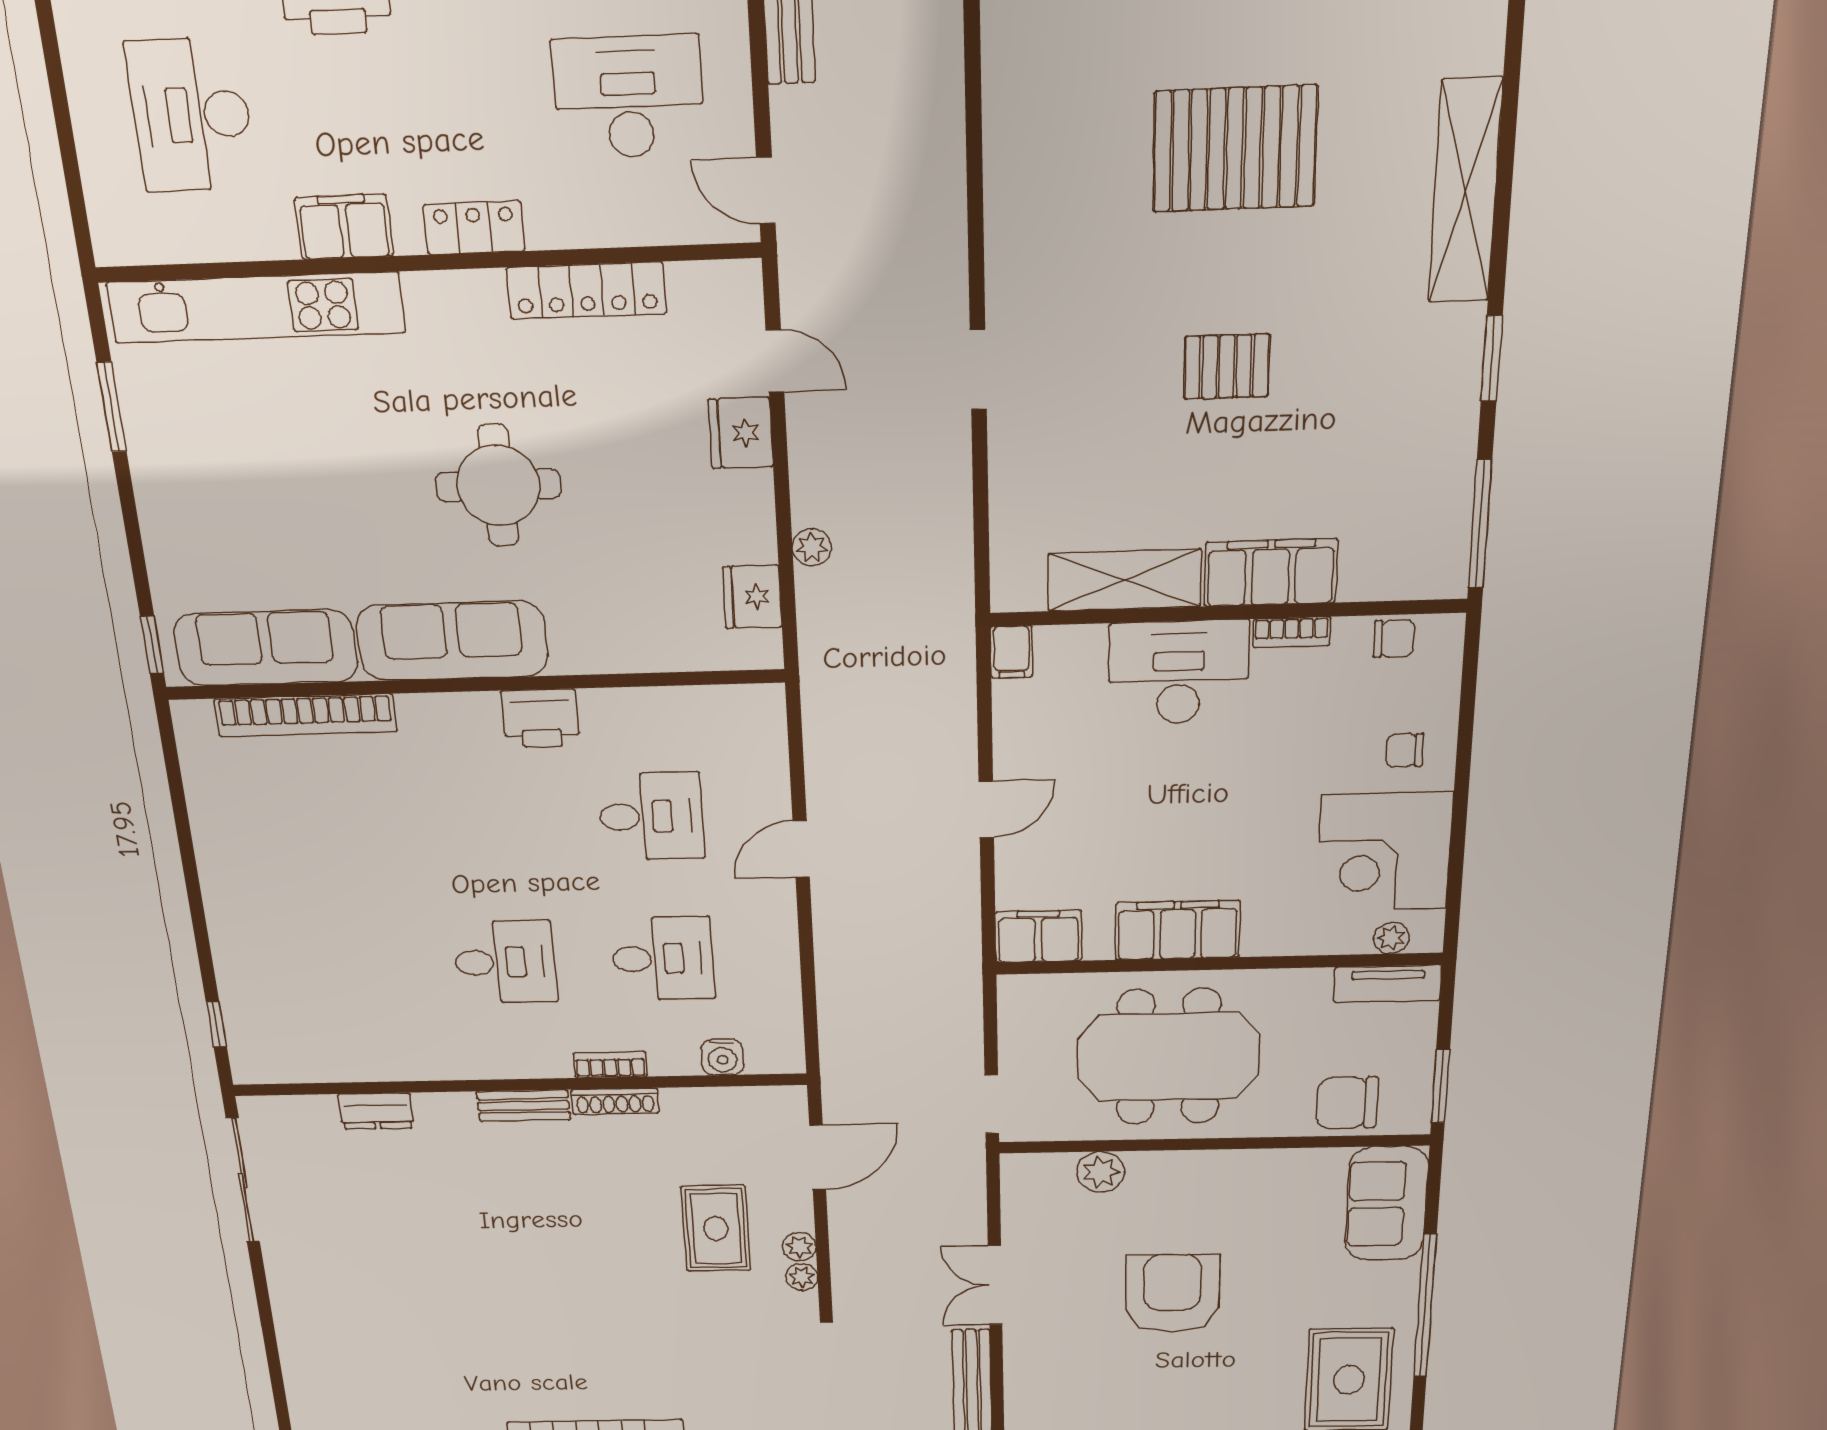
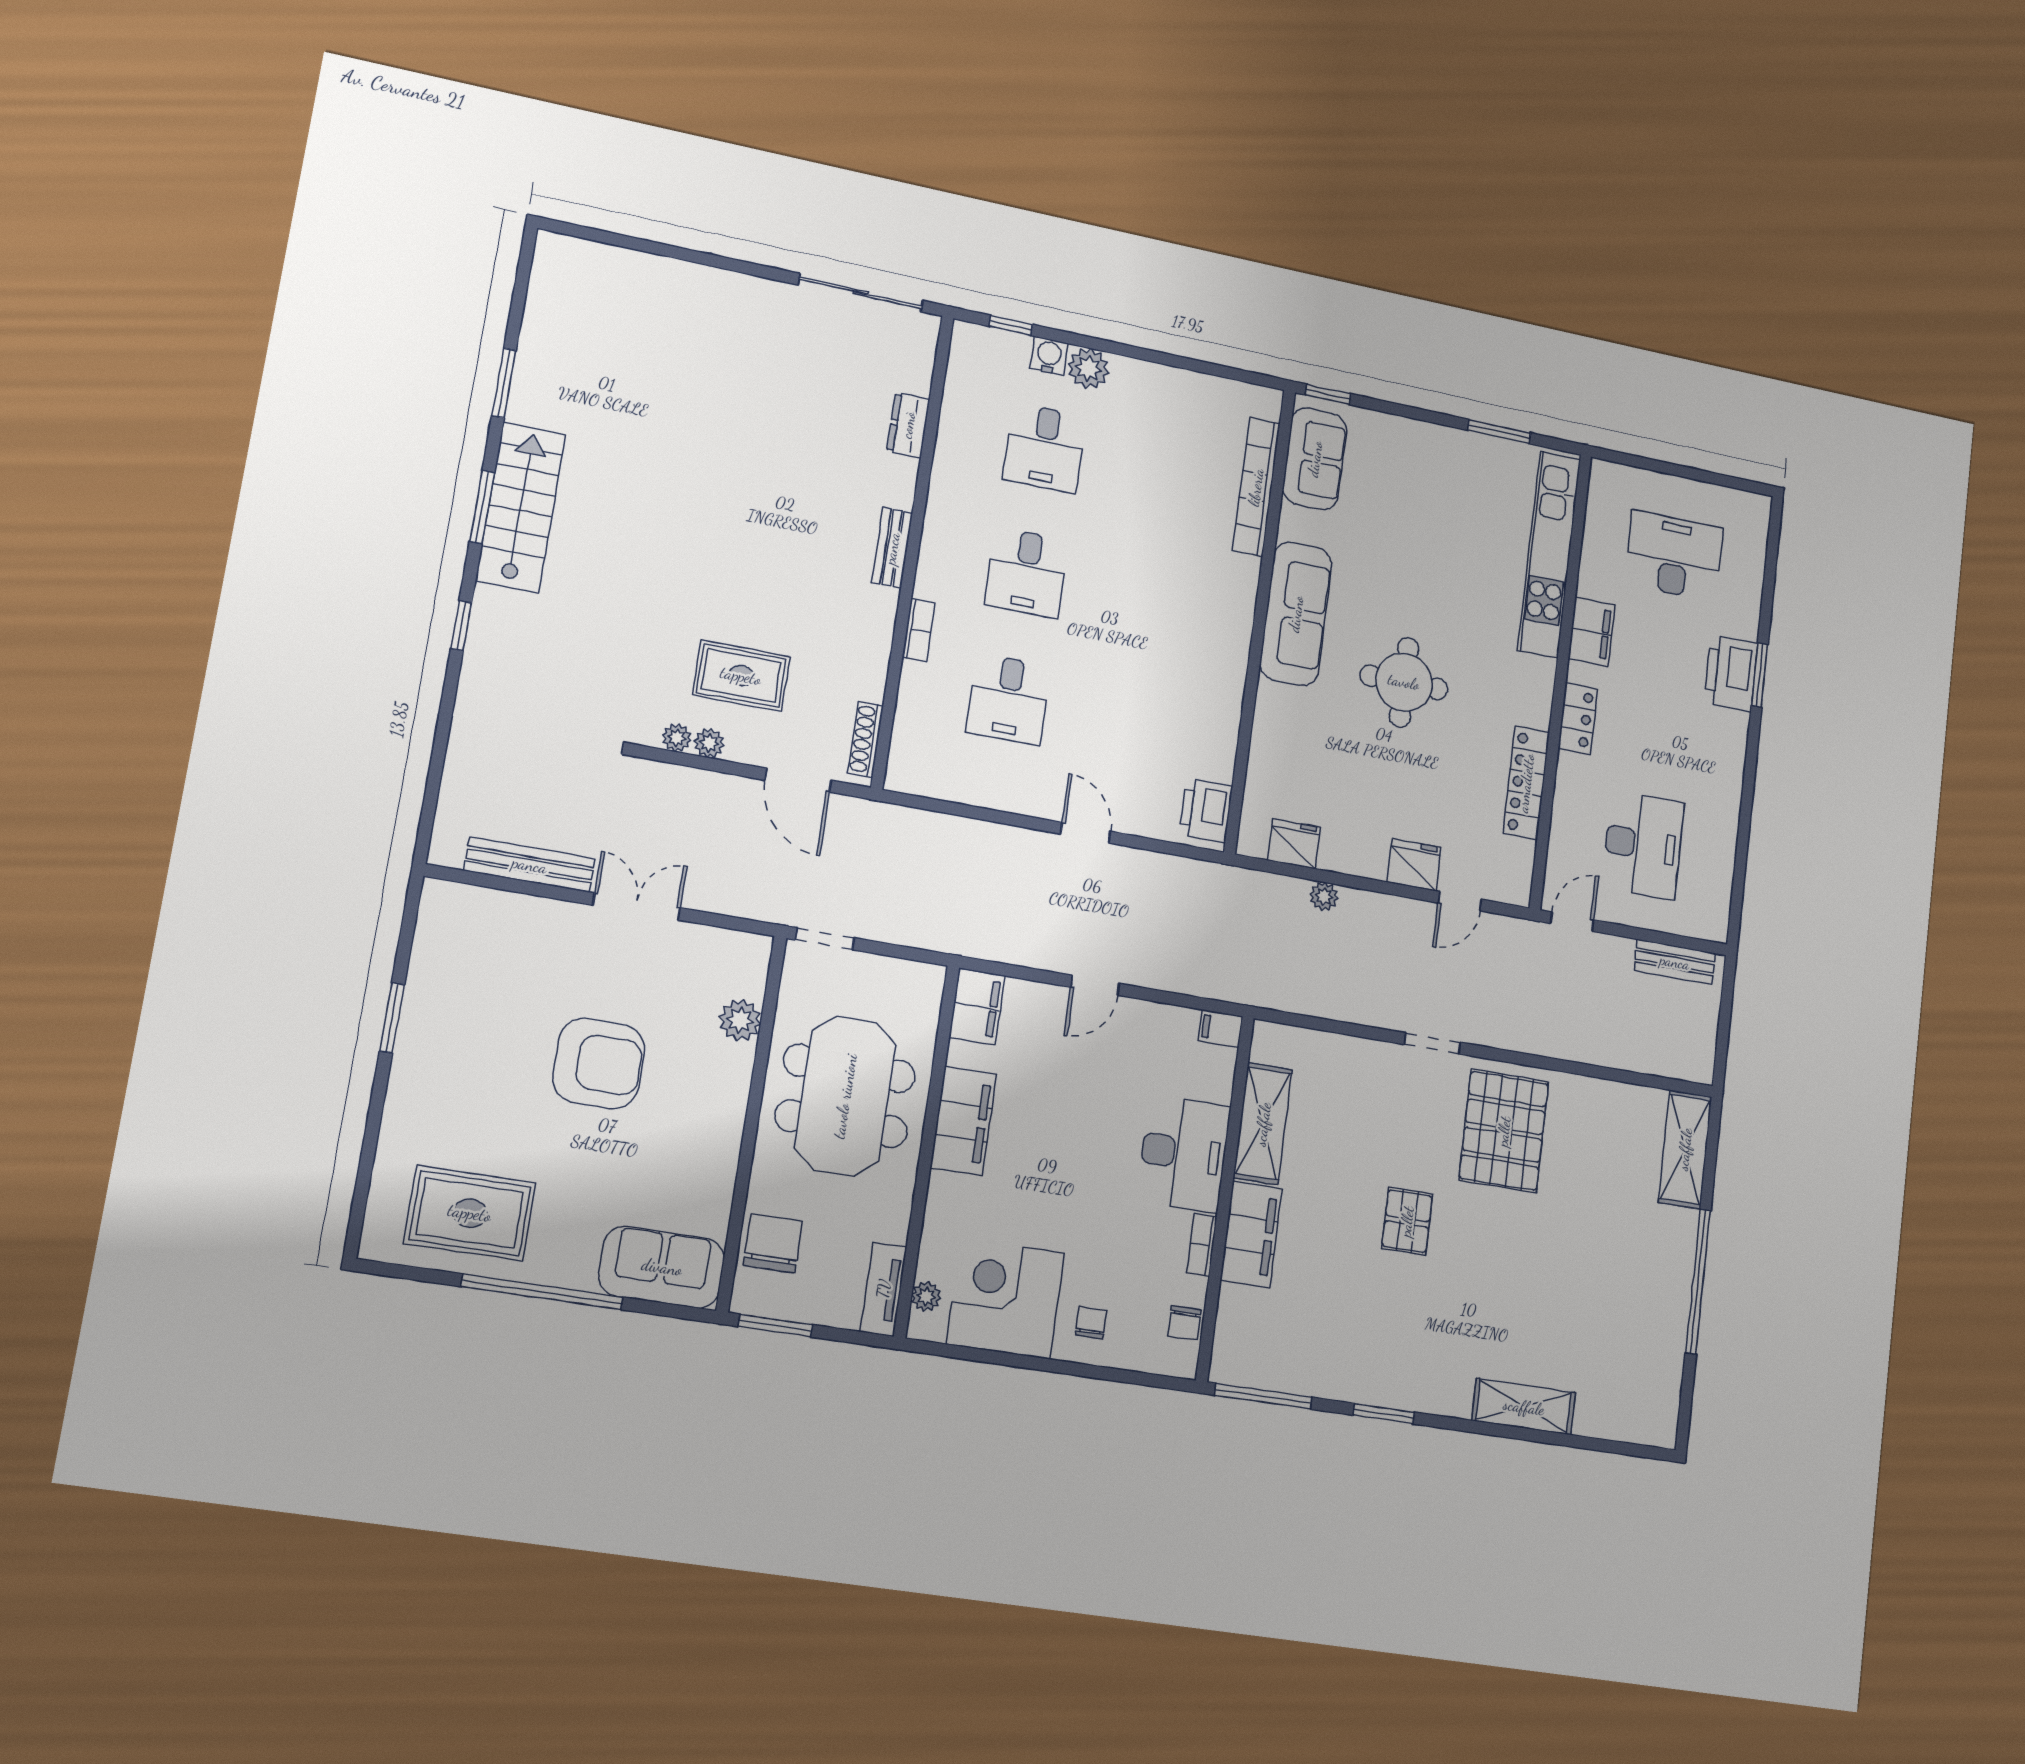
pallet: (1235, 149) -> (1504, 1131), moved
shelving: (1465, 191) -> (1524, 1407), width x0.68
sofa: (266, 648) -> (1315, 459), width x0.73
printer: (540, 718) -> (1206, 811), moved
door: (986, 810) -> (1095, 985), hinge flipped
desk: (651, 816) -> (1045, 448), moved
plant: (233, 933) -> (1088, 368), added
water cooler: (722, 1057) -> (1049, 356), moved, turned 90
shoe rack: (615, 1101) -> (866, 739), moved

